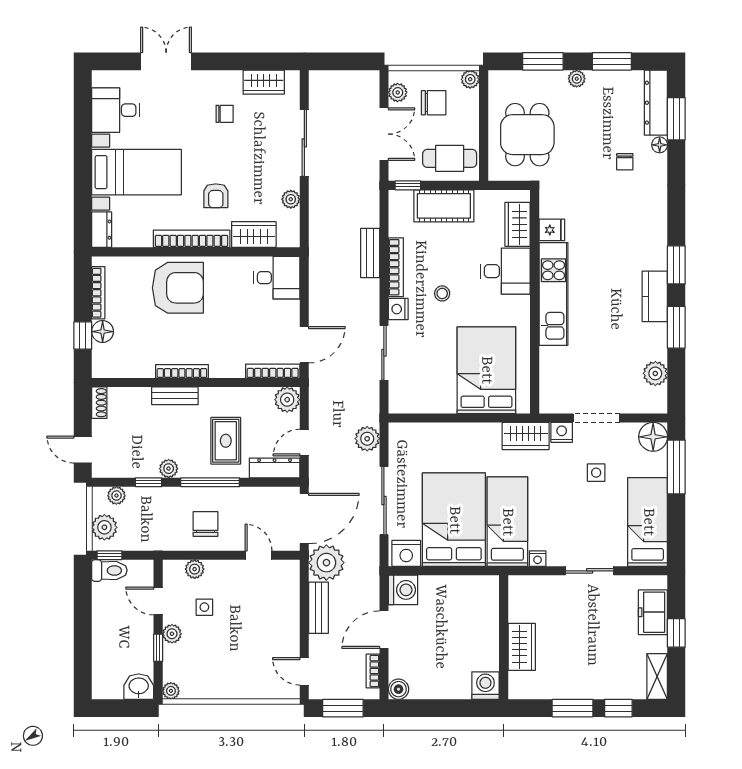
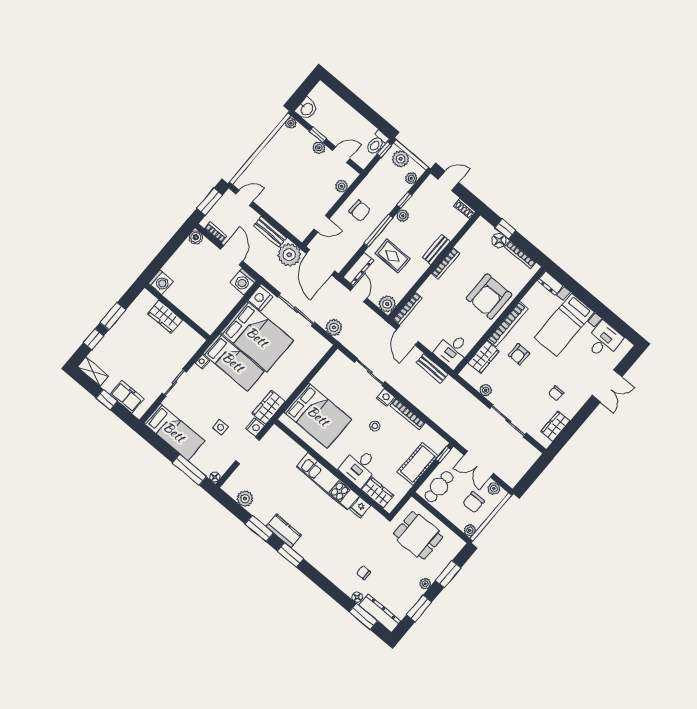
armchair: (216, 196) -> (519, 354), turned -90
bench: (370, 253) -> (432, 368), moved
floor lamp: (653, 437) -> (215, 477), width x0.53, depth x0.53
side table: (204, 607) -> (319, 175), removed

